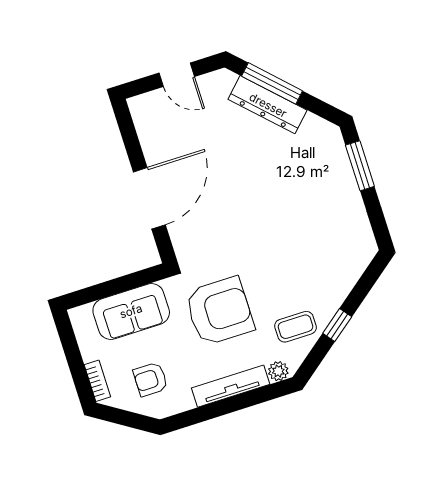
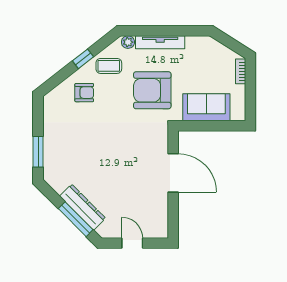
door: (149, 198) -> (173, 173), swing flipped
armchair: (150, 379) -> (84, 93), moved

